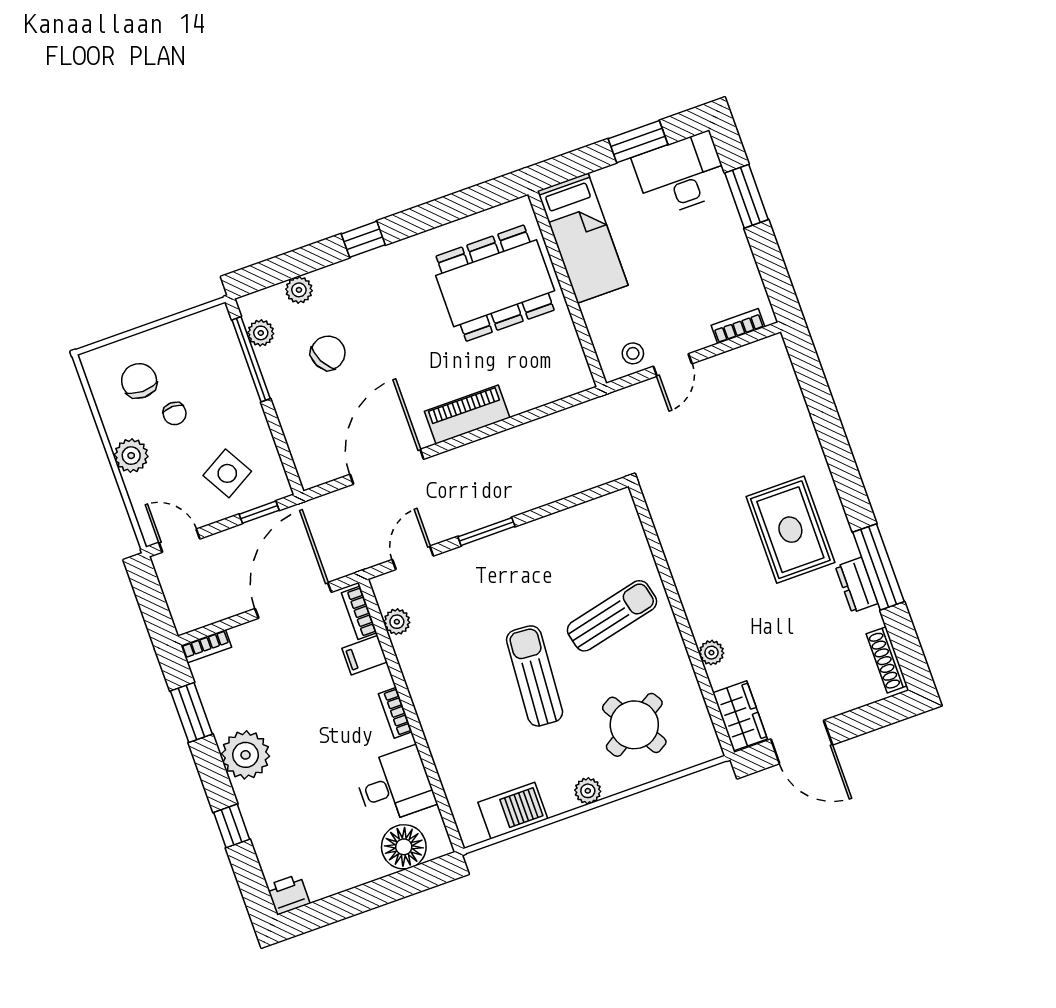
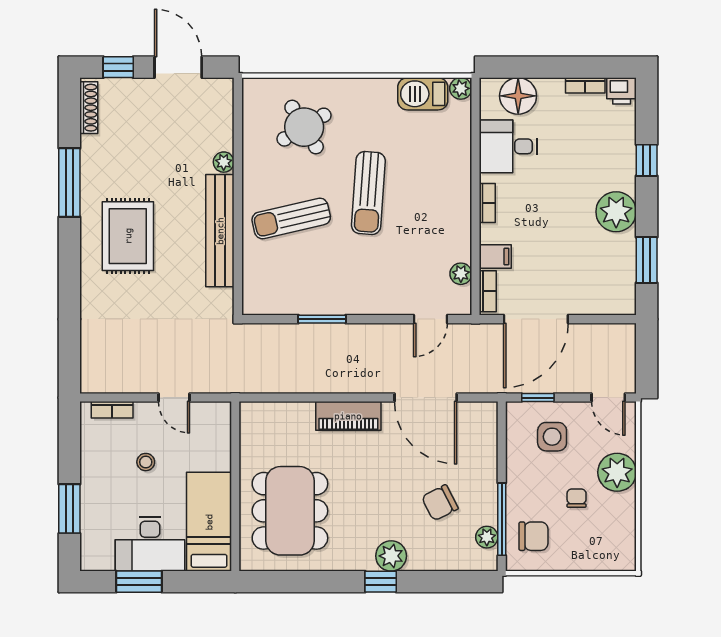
desk: (681, 174) -> (150, 544), moved
dining table: (495, 283) -> (290, 511), turned 90
plant: (299, 290) -> (391, 556), moved, width x1.38, depth x1.38
stool: (633, 353) -> (146, 462), moved
door: (673, 365) -> (174, 398), swing flipped
chair: (139, 381) -> (533, 536), moved, turned -90
plant: (131, 456) -> (617, 472), width x1.36, depth x1.36
door: (387, 467) -> (426, 398), hinge flipped
side table: (227, 473) -> (552, 437), turned 30
window: (486, 532) -> (322, 319), moved
bench: (688, 573) -> (220, 231), added
dresser: (857, 585) -> (91, 174), removed
bookcase: (206, 646) -> (585, 85), moved, turned 180
wardrobe: (740, 716) -> (219, 105), removed
window: (870, 718) -> (118, 67), added
plant: (588, 791) -> (461, 88), moved

